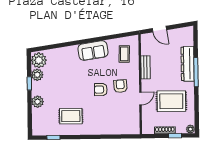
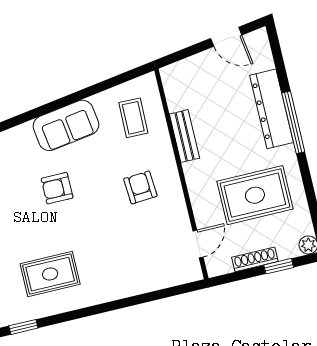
door: (159, 29) -> (226, 37), moved
armchair: (101, 90) -> (57, 188), moved
door: (140, 98) -> (198, 244), moved

